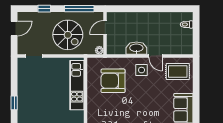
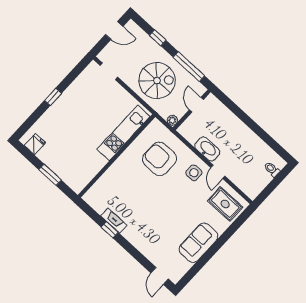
door: (105, 28) -> (196, 105), hinge flipped
spiral stairs: (68, 35) -> (157, 81), turned -90

